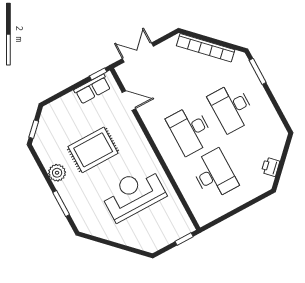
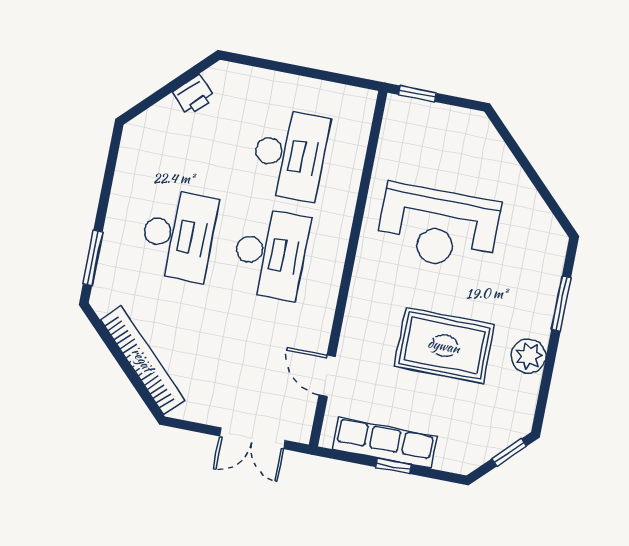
window: (98, 74) -> (393, 466), moved
row of seats: (92, 89) -> (384, 443), width x1.48
desk: (214, 174) -> (290, 155), turned 180

